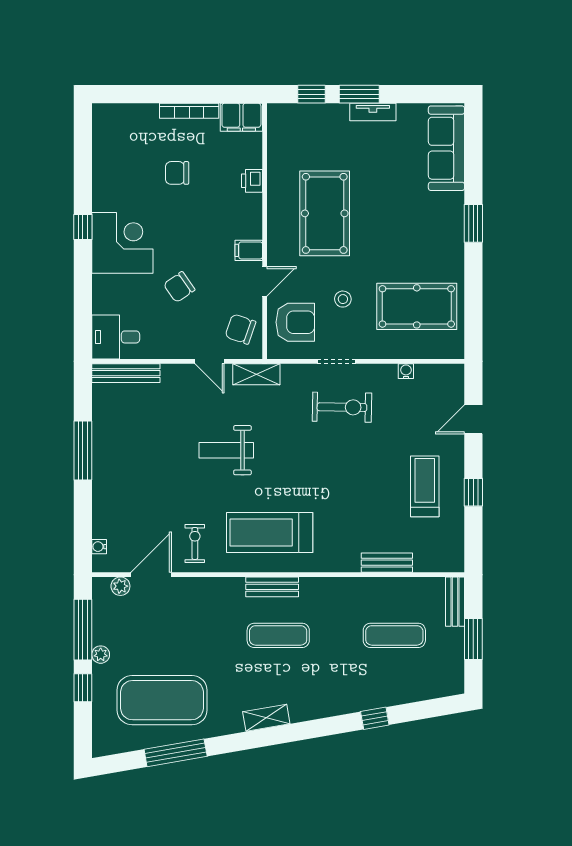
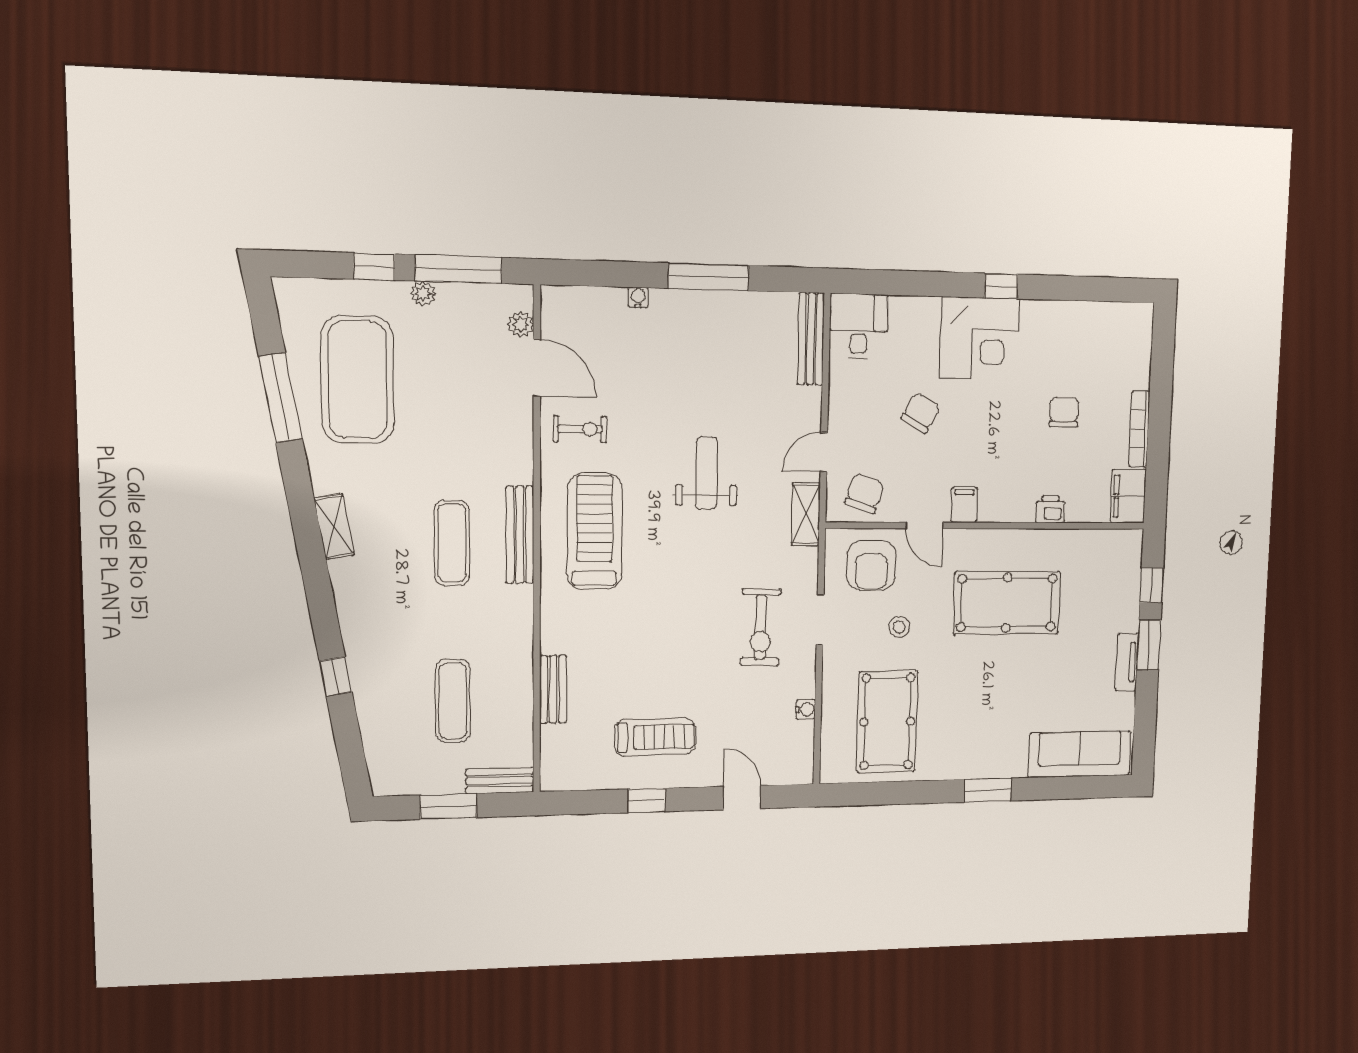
chair: (179, 287) -> (921, 413), turned 65
water cooler: (99, 547) -> (638, 297), moved
bench: (272, 587) -> (520, 535), width x1.36

